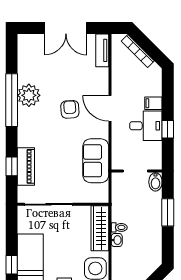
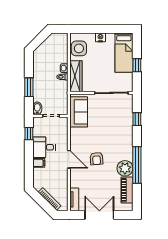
window: (168, 129) -> (29, 134), moved
sofa: (96, 161) -> (79, 112), moved
piano: (26, 166) -> (127, 190), moved
window: (12, 265) -> (137, 65), moved

